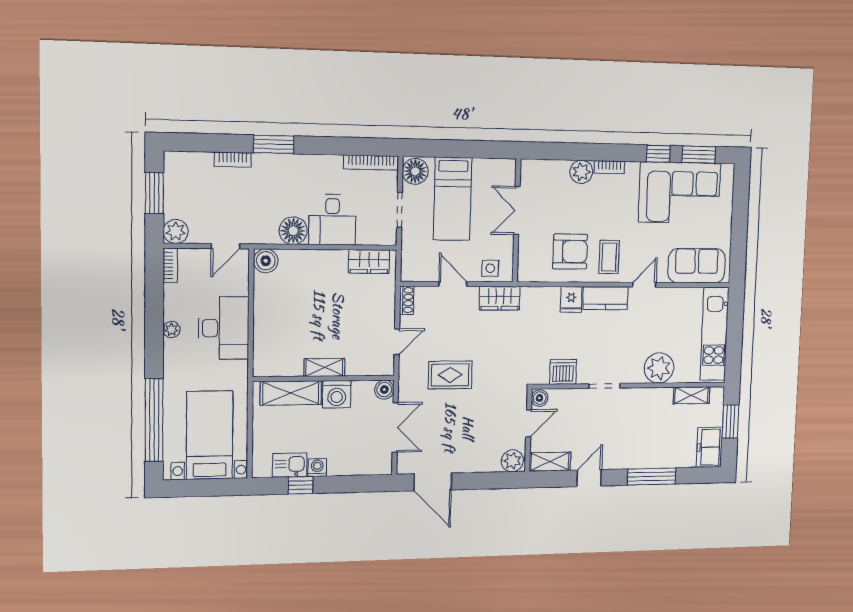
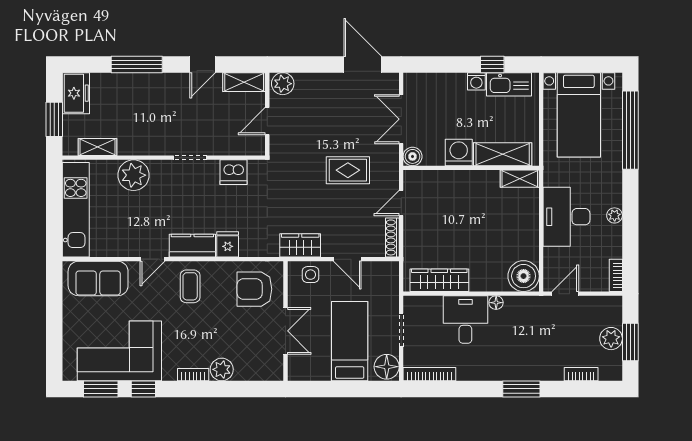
bookcase: (233, 160) -> (581, 374), moved
plant: (176, 231) -> (611, 339), moved
floor lamp: (293, 231) -> (496, 303), width x0.53, depth x0.53
armchair: (570, 252) -> (254, 289), moved
boiler: (266, 261) -> (524, 276), width x1.37, depth x1.37
wardrobe: (369, 261) -> (439, 280), width x1.50
shoe rack: (407, 300) -> (392, 237), width x1.43
shelving: (324, 367) -> (520, 179), moved
boiler: (540, 398) -> (257, 146), removed
kitchen sink: (290, 465) -> (509, 84), width x1.38

